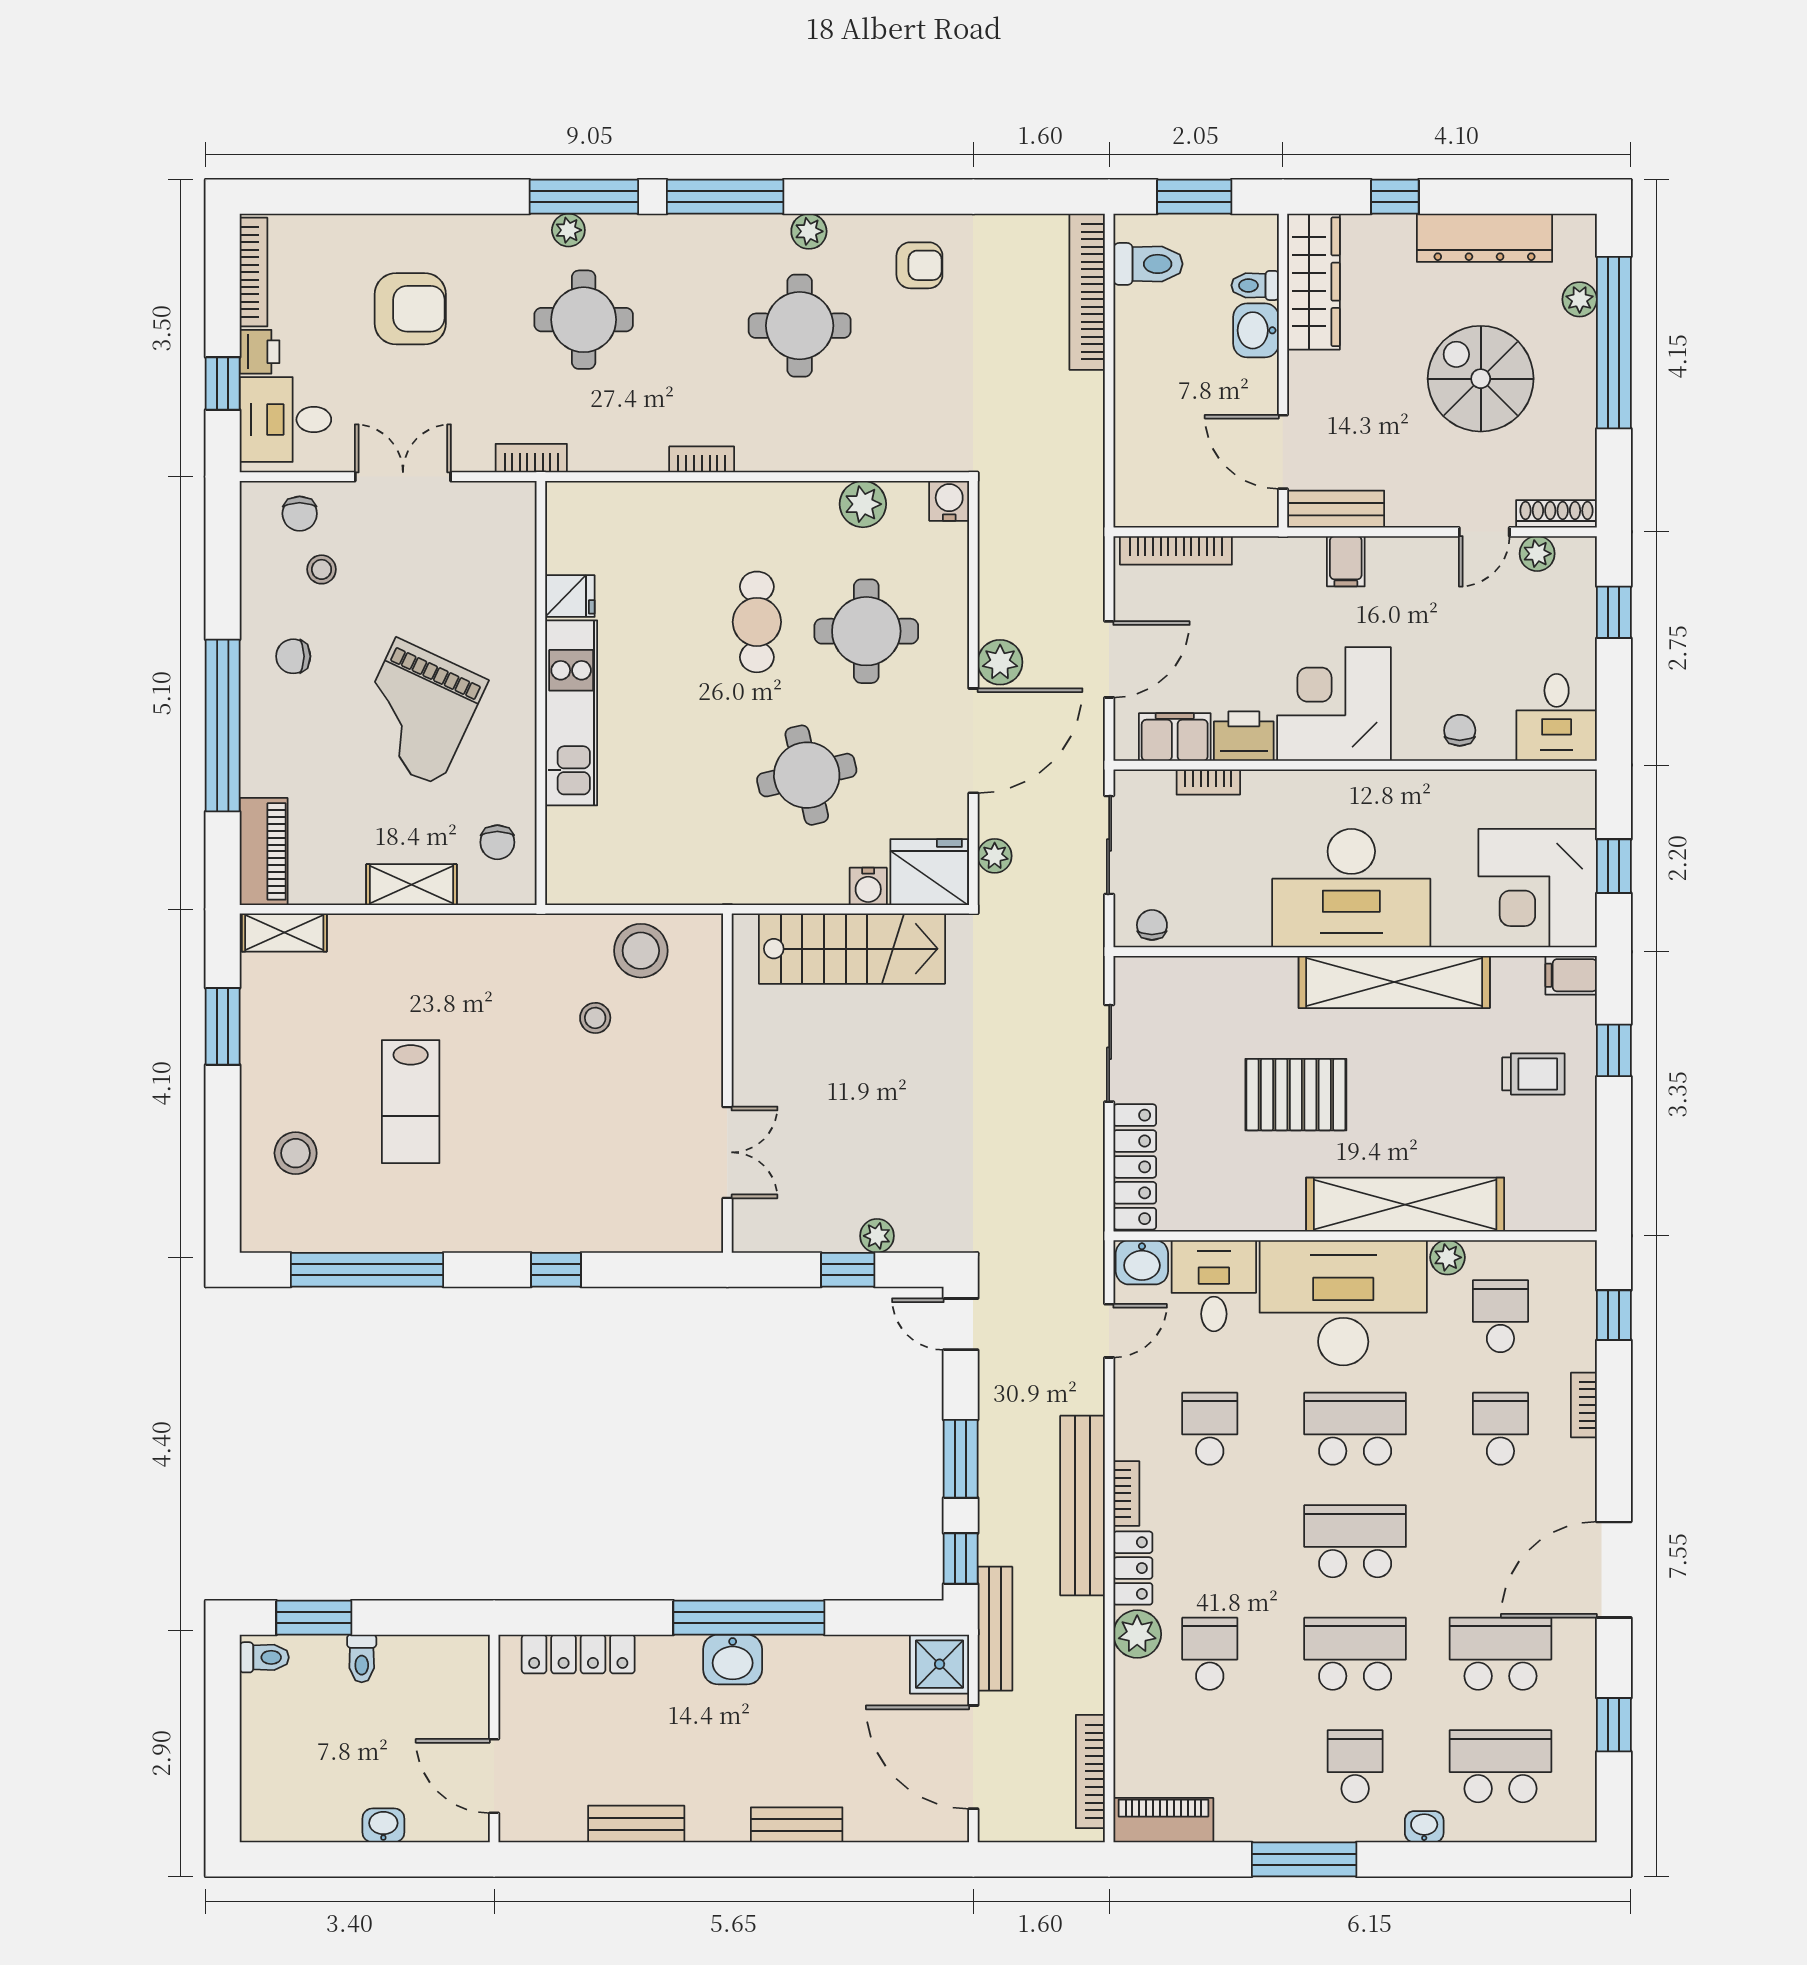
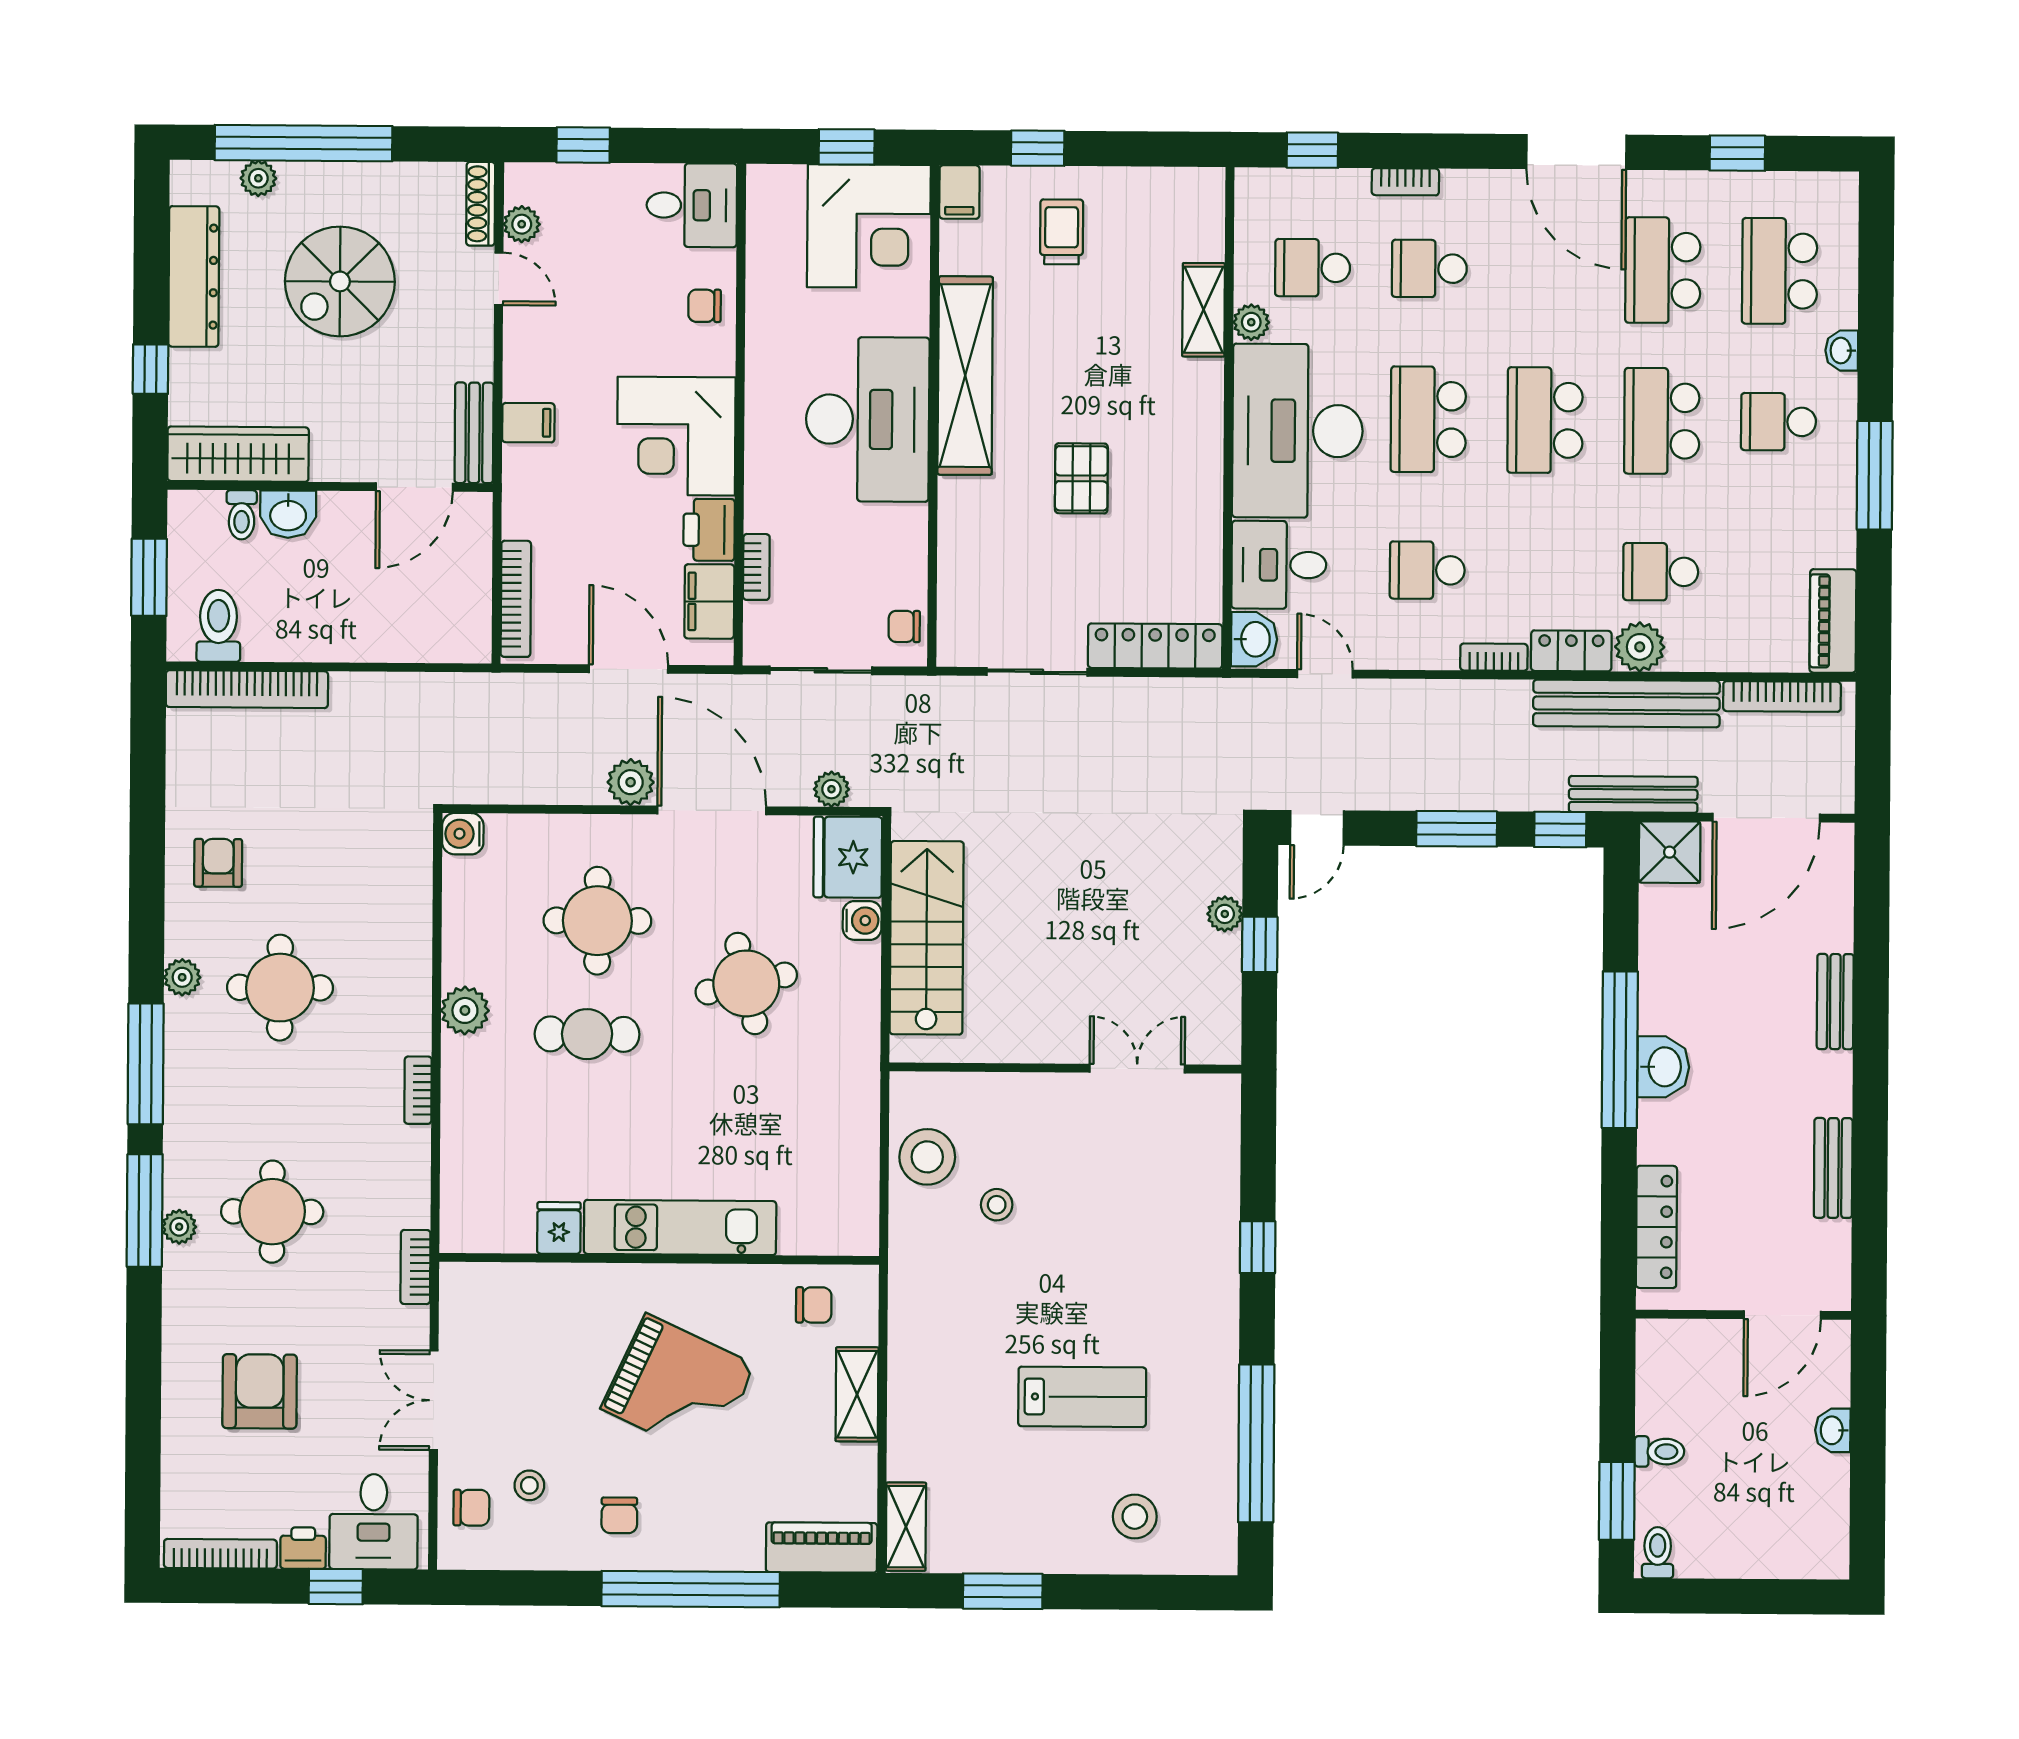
plant: (863, 504) -> (465, 1010), moved
pallet: (1296, 1095) -> (1081, 478), width x0.67, depth x0.71
shelving: (1405, 1205) -> (1204, 310), width x0.45, depth x0.75
bench: (1083, 1506) -> (1626, 704), moved

